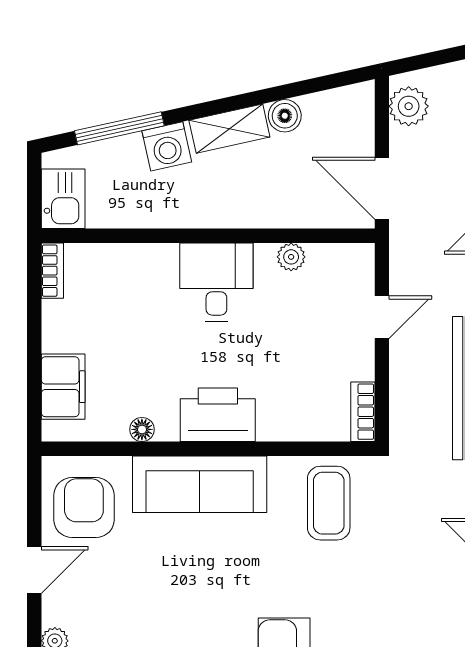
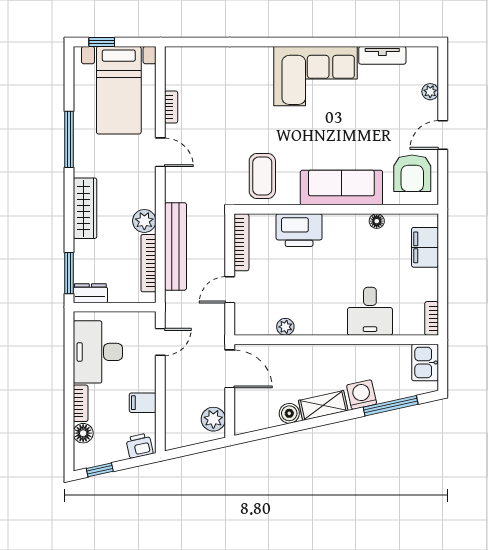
desk: (216, 282) -> (370, 311), moved
bookcase: (363, 412) -> (241, 242), width x1.56
printer: (218, 415) -> (299, 230), moved

